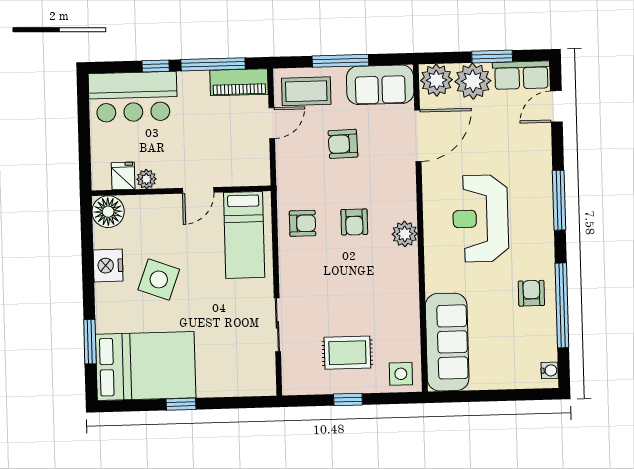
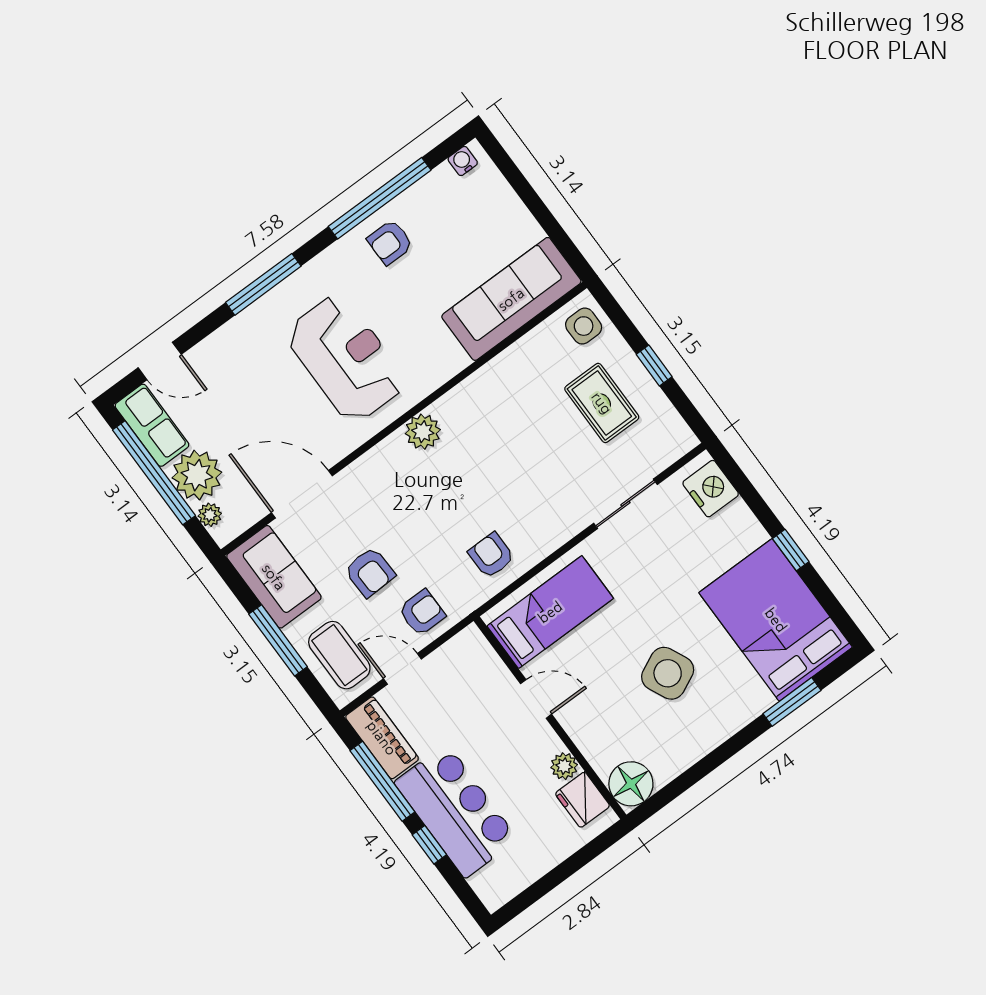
window: (492, 57) -> (154, 473), width x2.11
plant: (436, 80) -> (210, 515), width x0.53, depth x0.53
bar counter: (133, 97) -> (456, 811), moved
fridge: (123, 176) -> (582, 800), width x1.38
reception desk: (481, 218) -> (346, 358), turned -90
armchair: (354, 222) -> (422, 613), moved
nightstand: (108, 266) -> (711, 489), moved, turned -90
side table: (159, 279) -> (668, 673), turned 45

